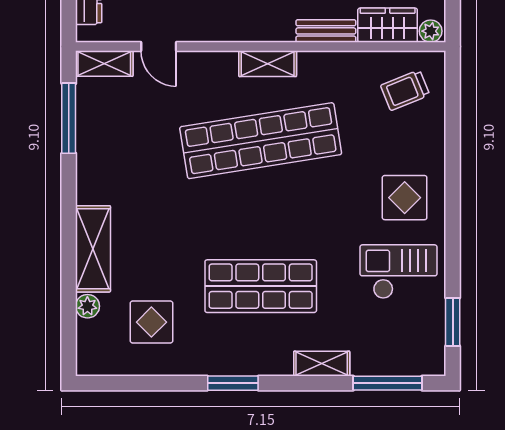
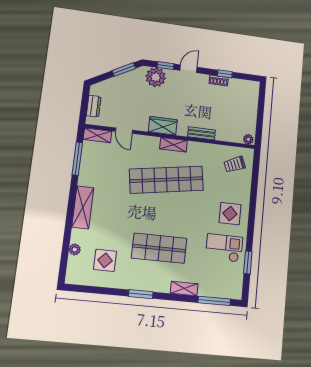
wardrobe: (388, 25) -> (163, 126), moved
shelving: (93, 249) -> (83, 207), moved
window: (453, 322) -> (248, 262), moved

